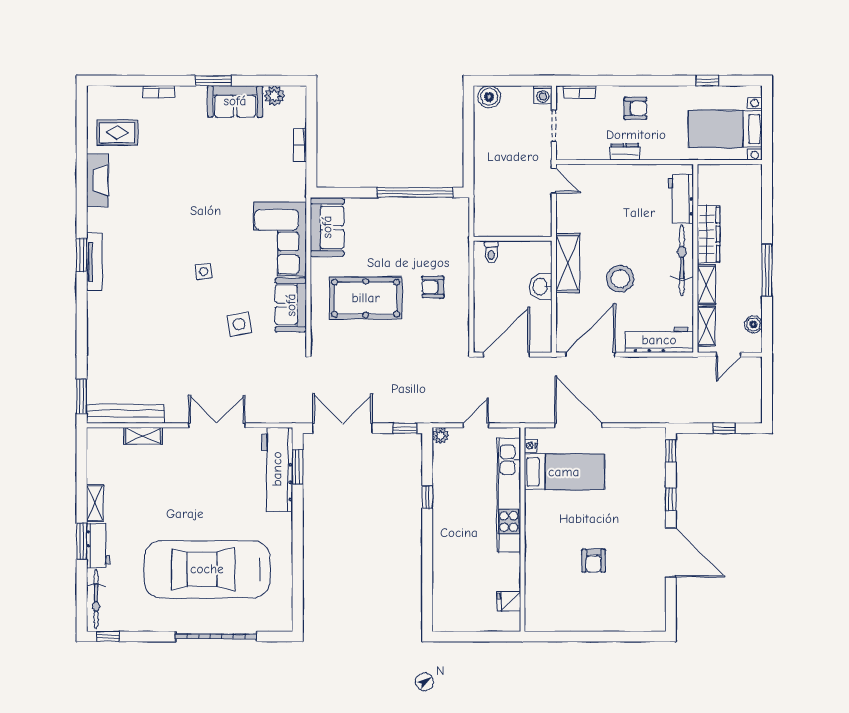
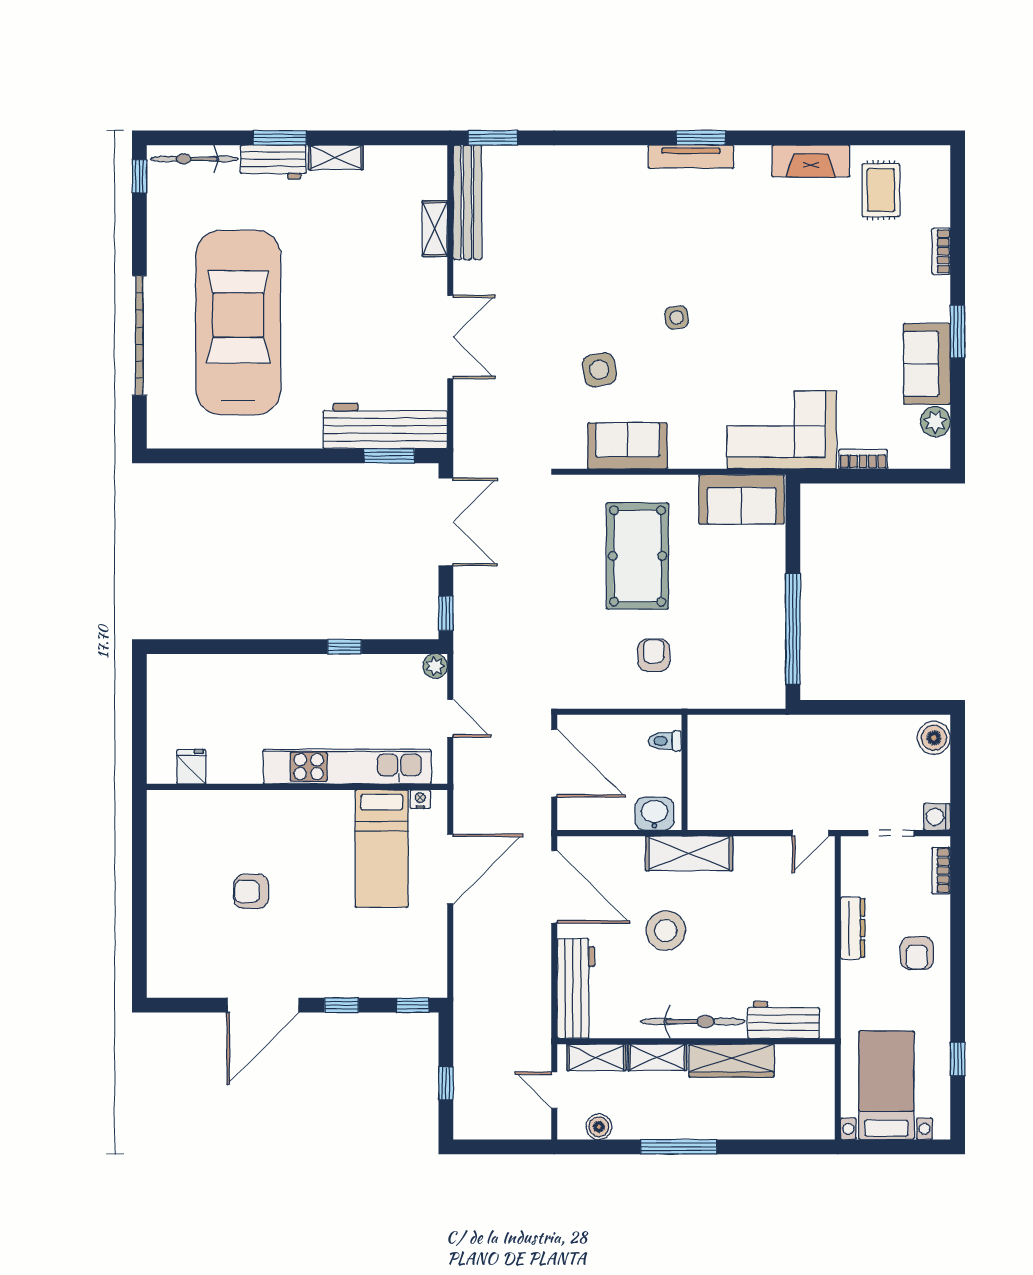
dresser: (625, 152) -> (853, 928), width x1.44
corner sofa: (280, 239) -> (782, 430), moved
wall: (513, 239) -> (684, 772), moved
toilet: (491, 252) -> (665, 741), moved

